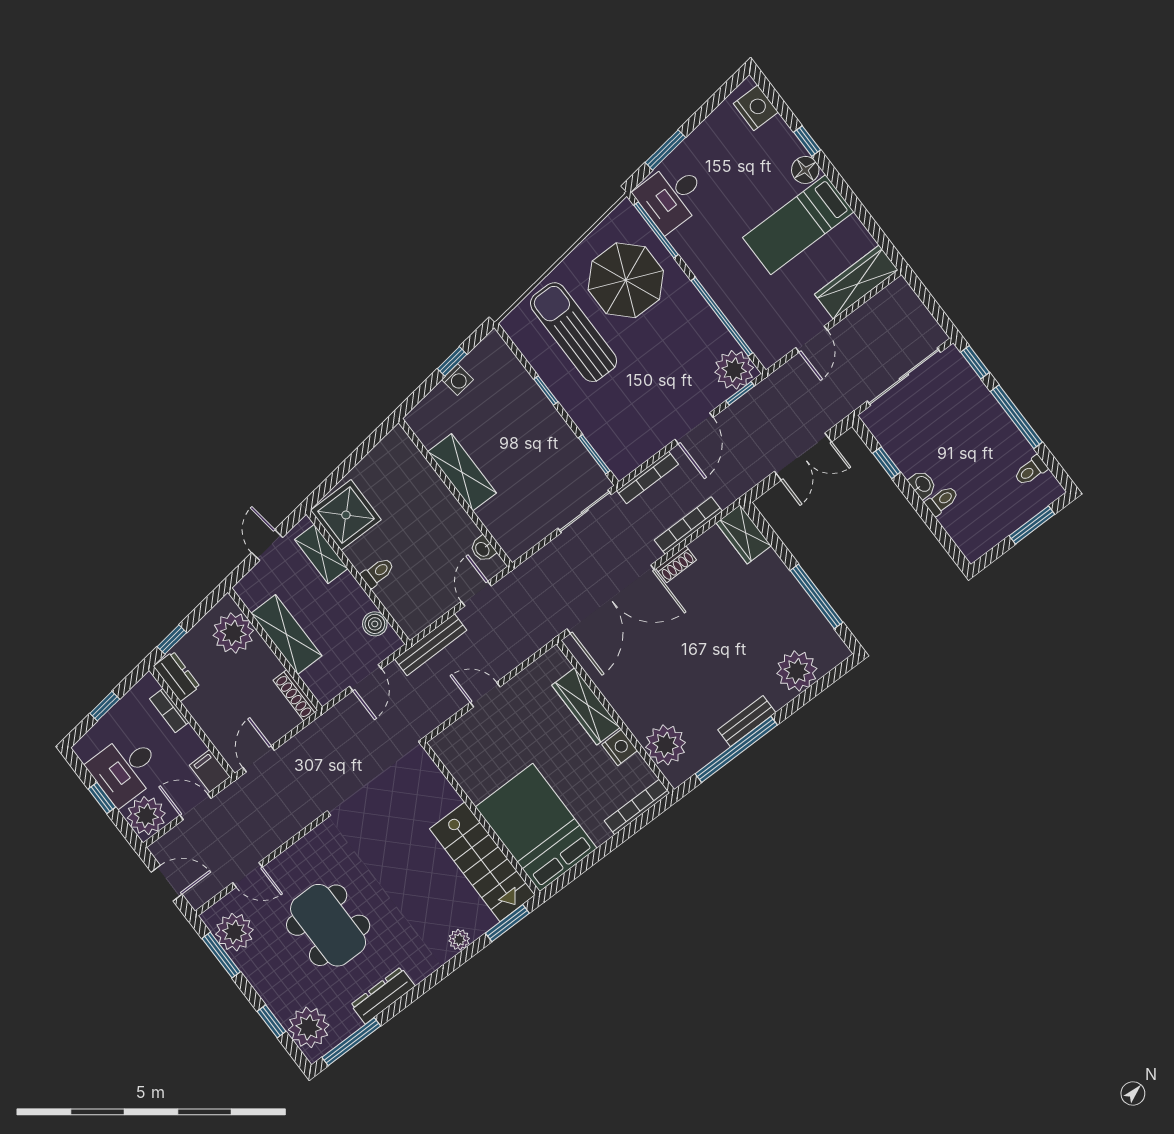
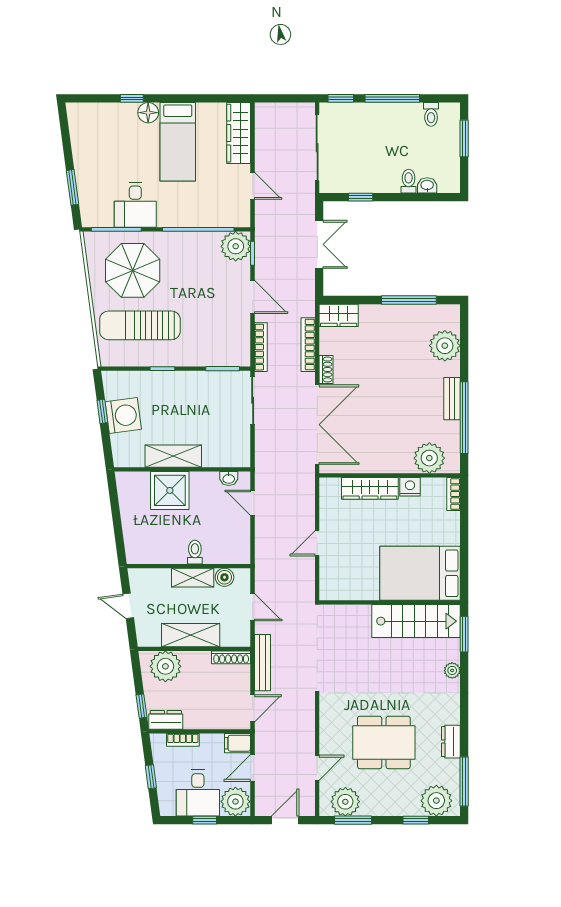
nightstand: (756, 108) -> (88, 114), removed
desk: (672, 196) -> (135, 205), moved
washing machine: (458, 380) -> (123, 416), width x1.89, depth x1.89
washbasin: (923, 484) -> (427, 185), moved
shower: (346, 515) -> (170, 490), moved
shelving: (321, 554) -> (193, 578), moved
bench: (431, 645) -> (262, 663), moved
door: (259, 759) -> (253, 708), swing flipped
bookcase: (637, 807) -> (454, 494), width x0.64
dresser: (383, 995) -> (451, 742), width x0.70

